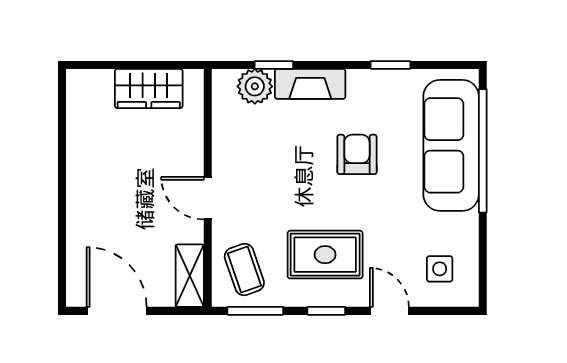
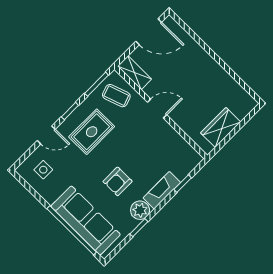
plant: (255, 86) -> (140, 210), moved
armchair: (357, 154) -> (118, 181), turned 90

